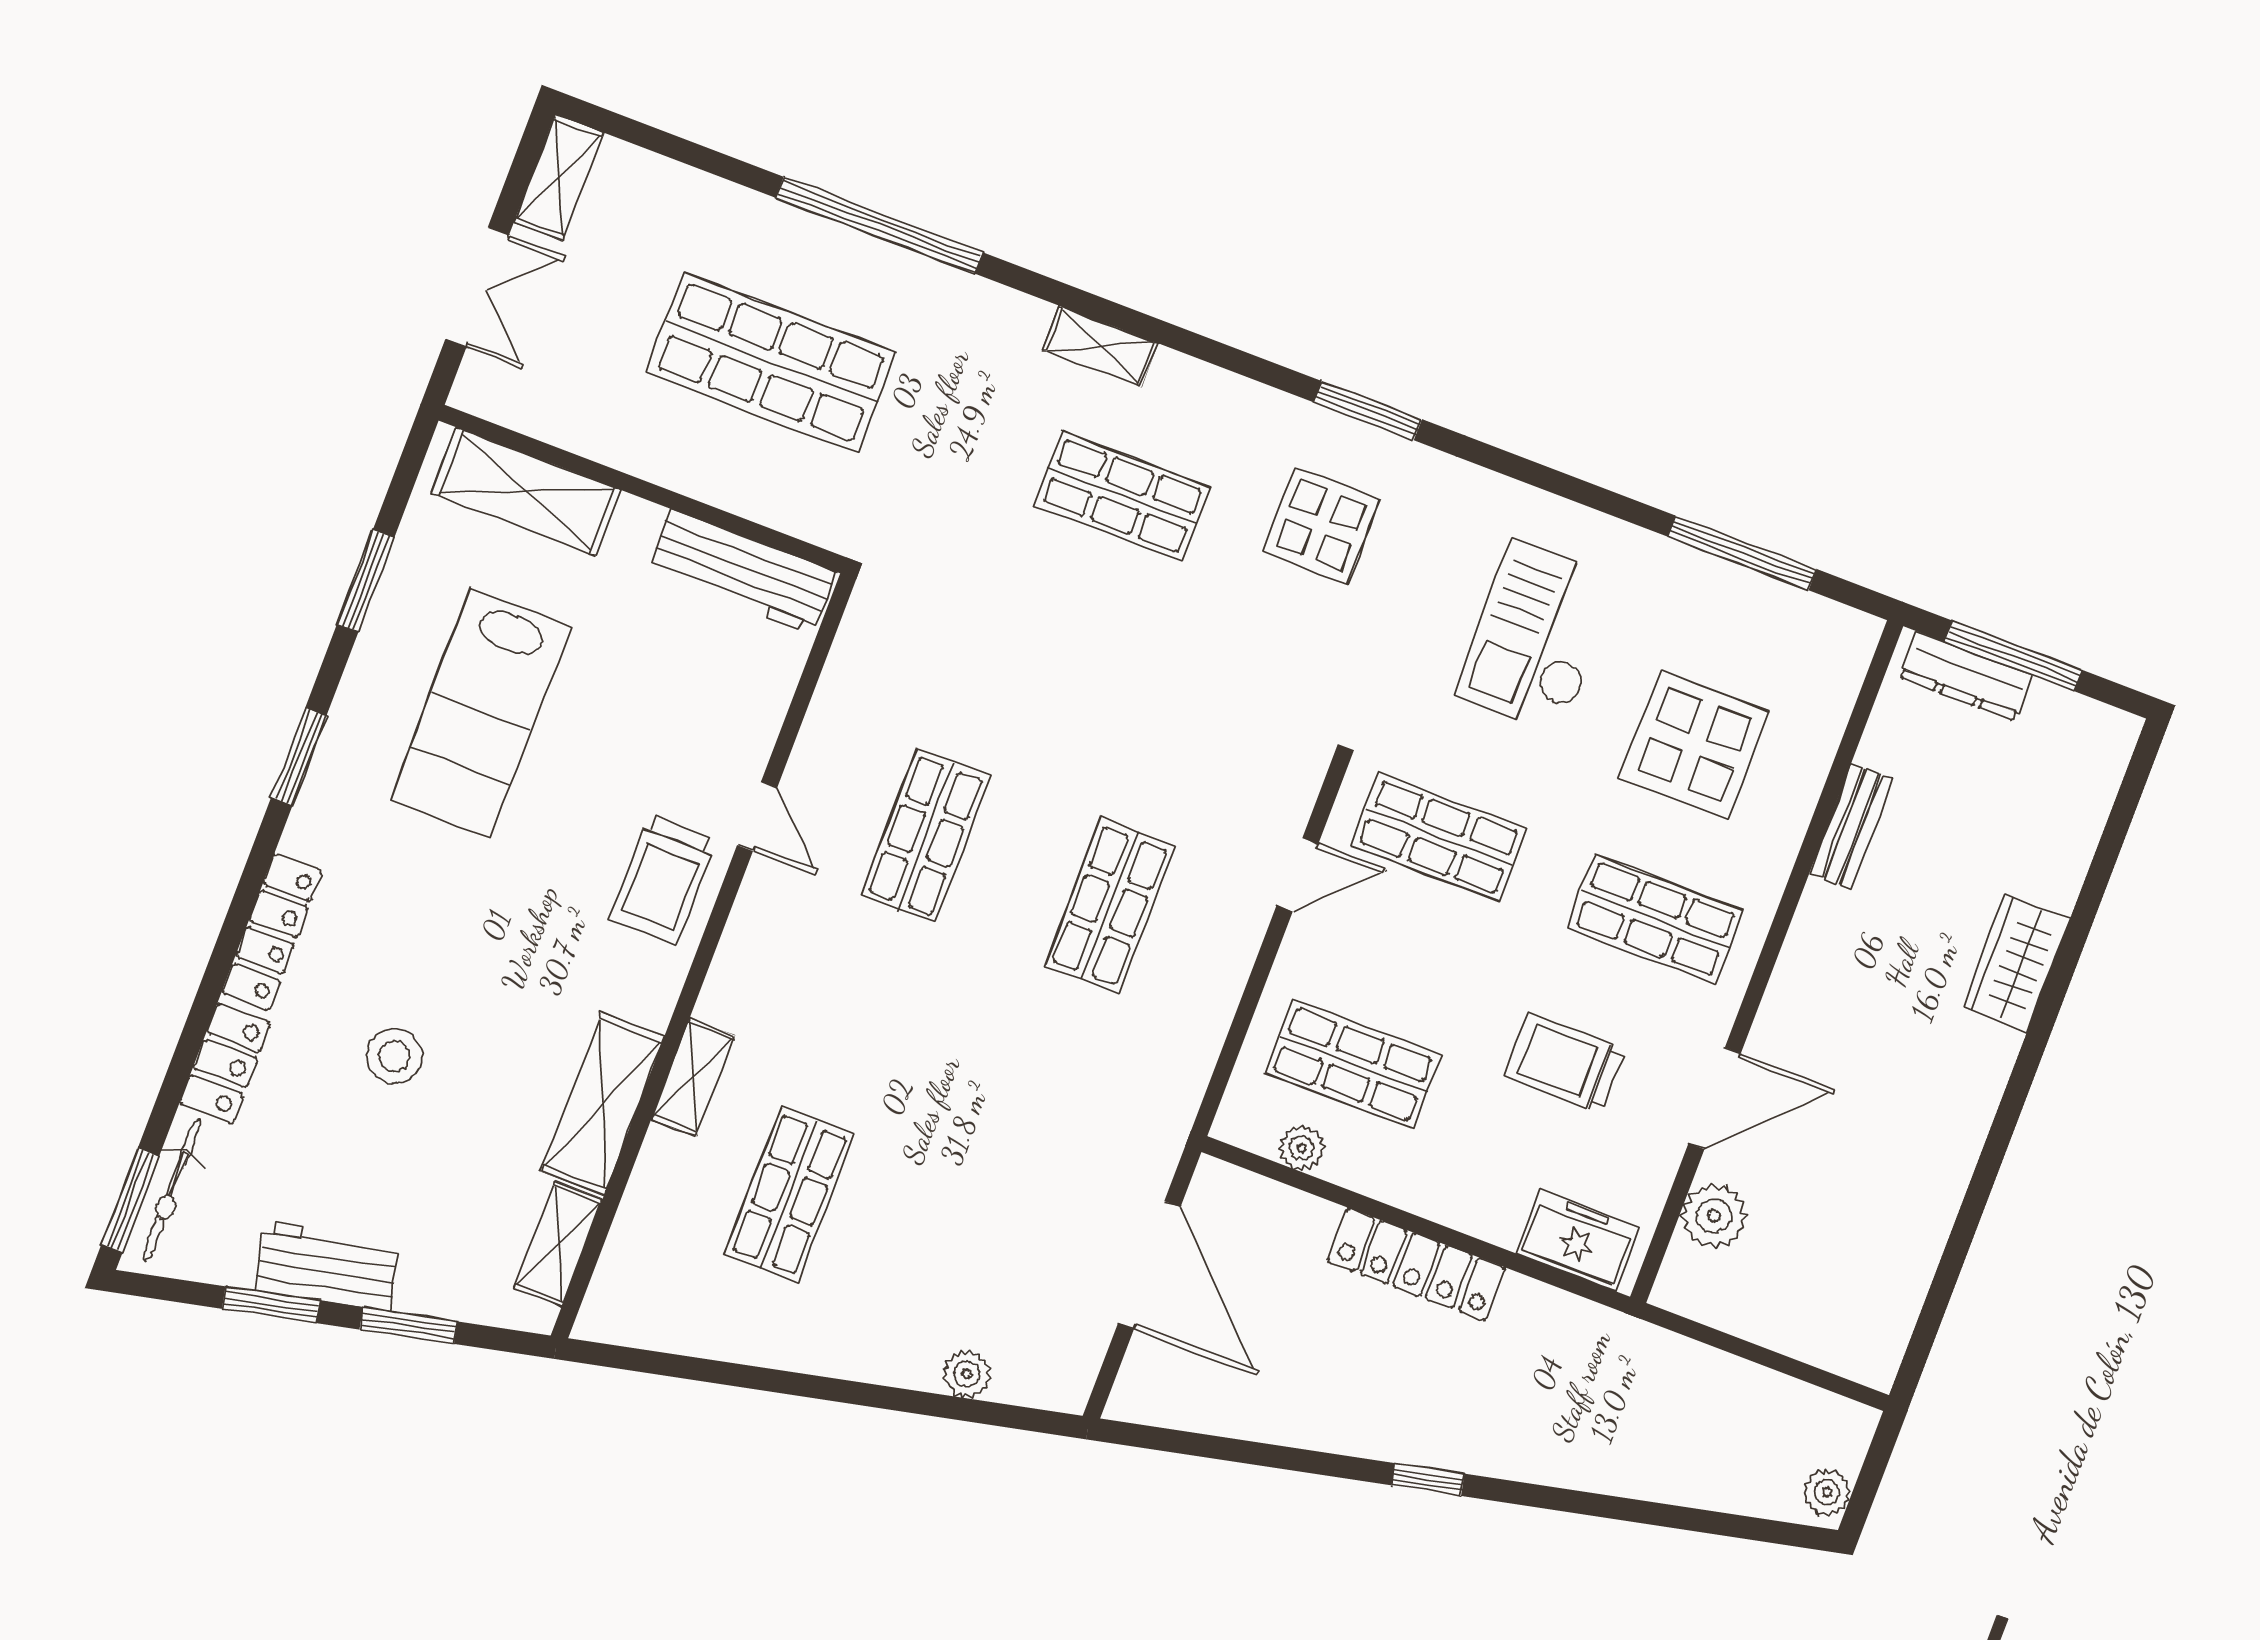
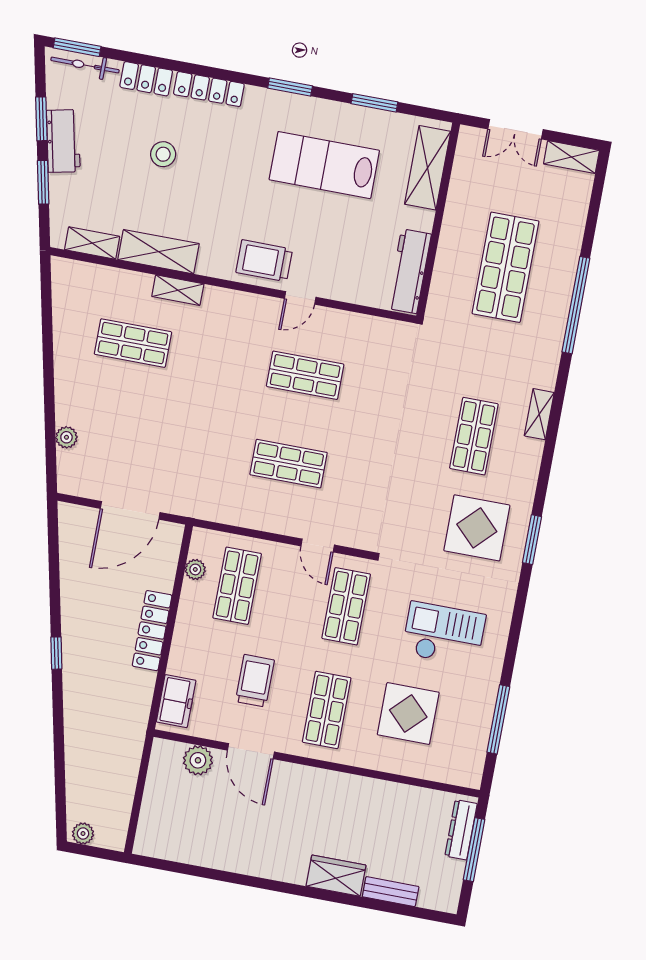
display table: (1321, 525) -> (477, 528), width x1.36, depth x1.36
bench: (1851, 826) -> (391, 892), moved

